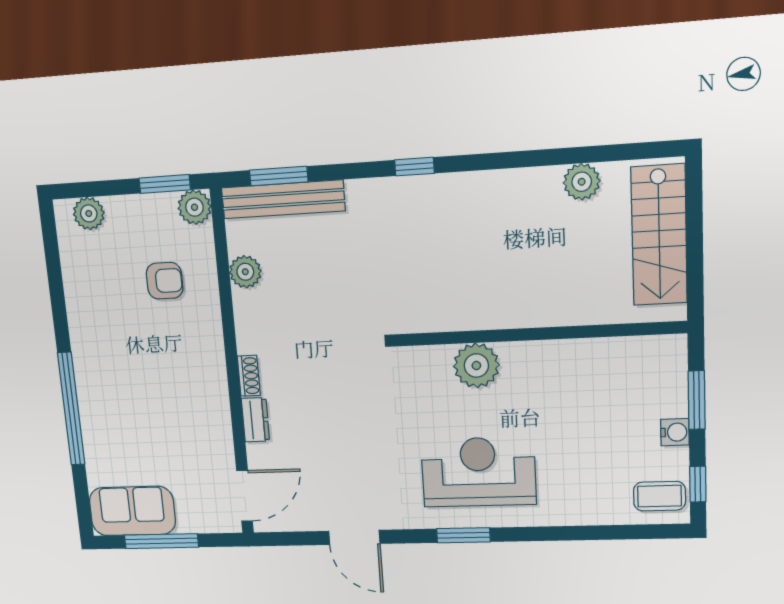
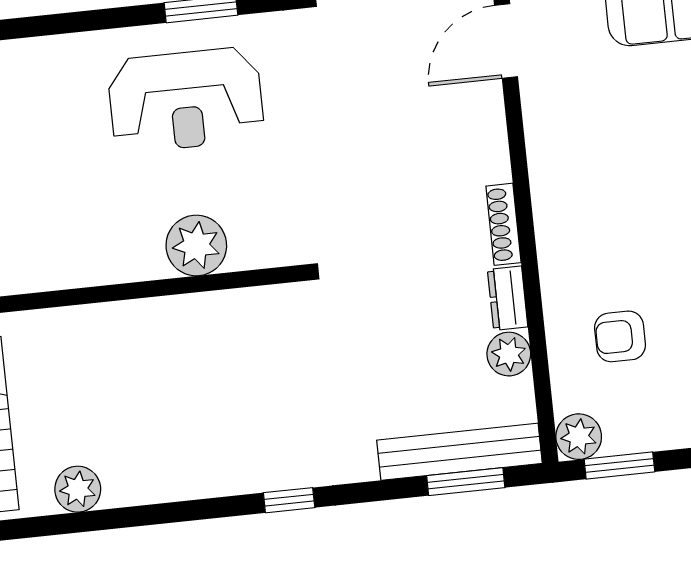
shoe rack: (249, 376) -> (504, 224), width x1.43
dresser: (255, 420) -> (508, 298), moved

